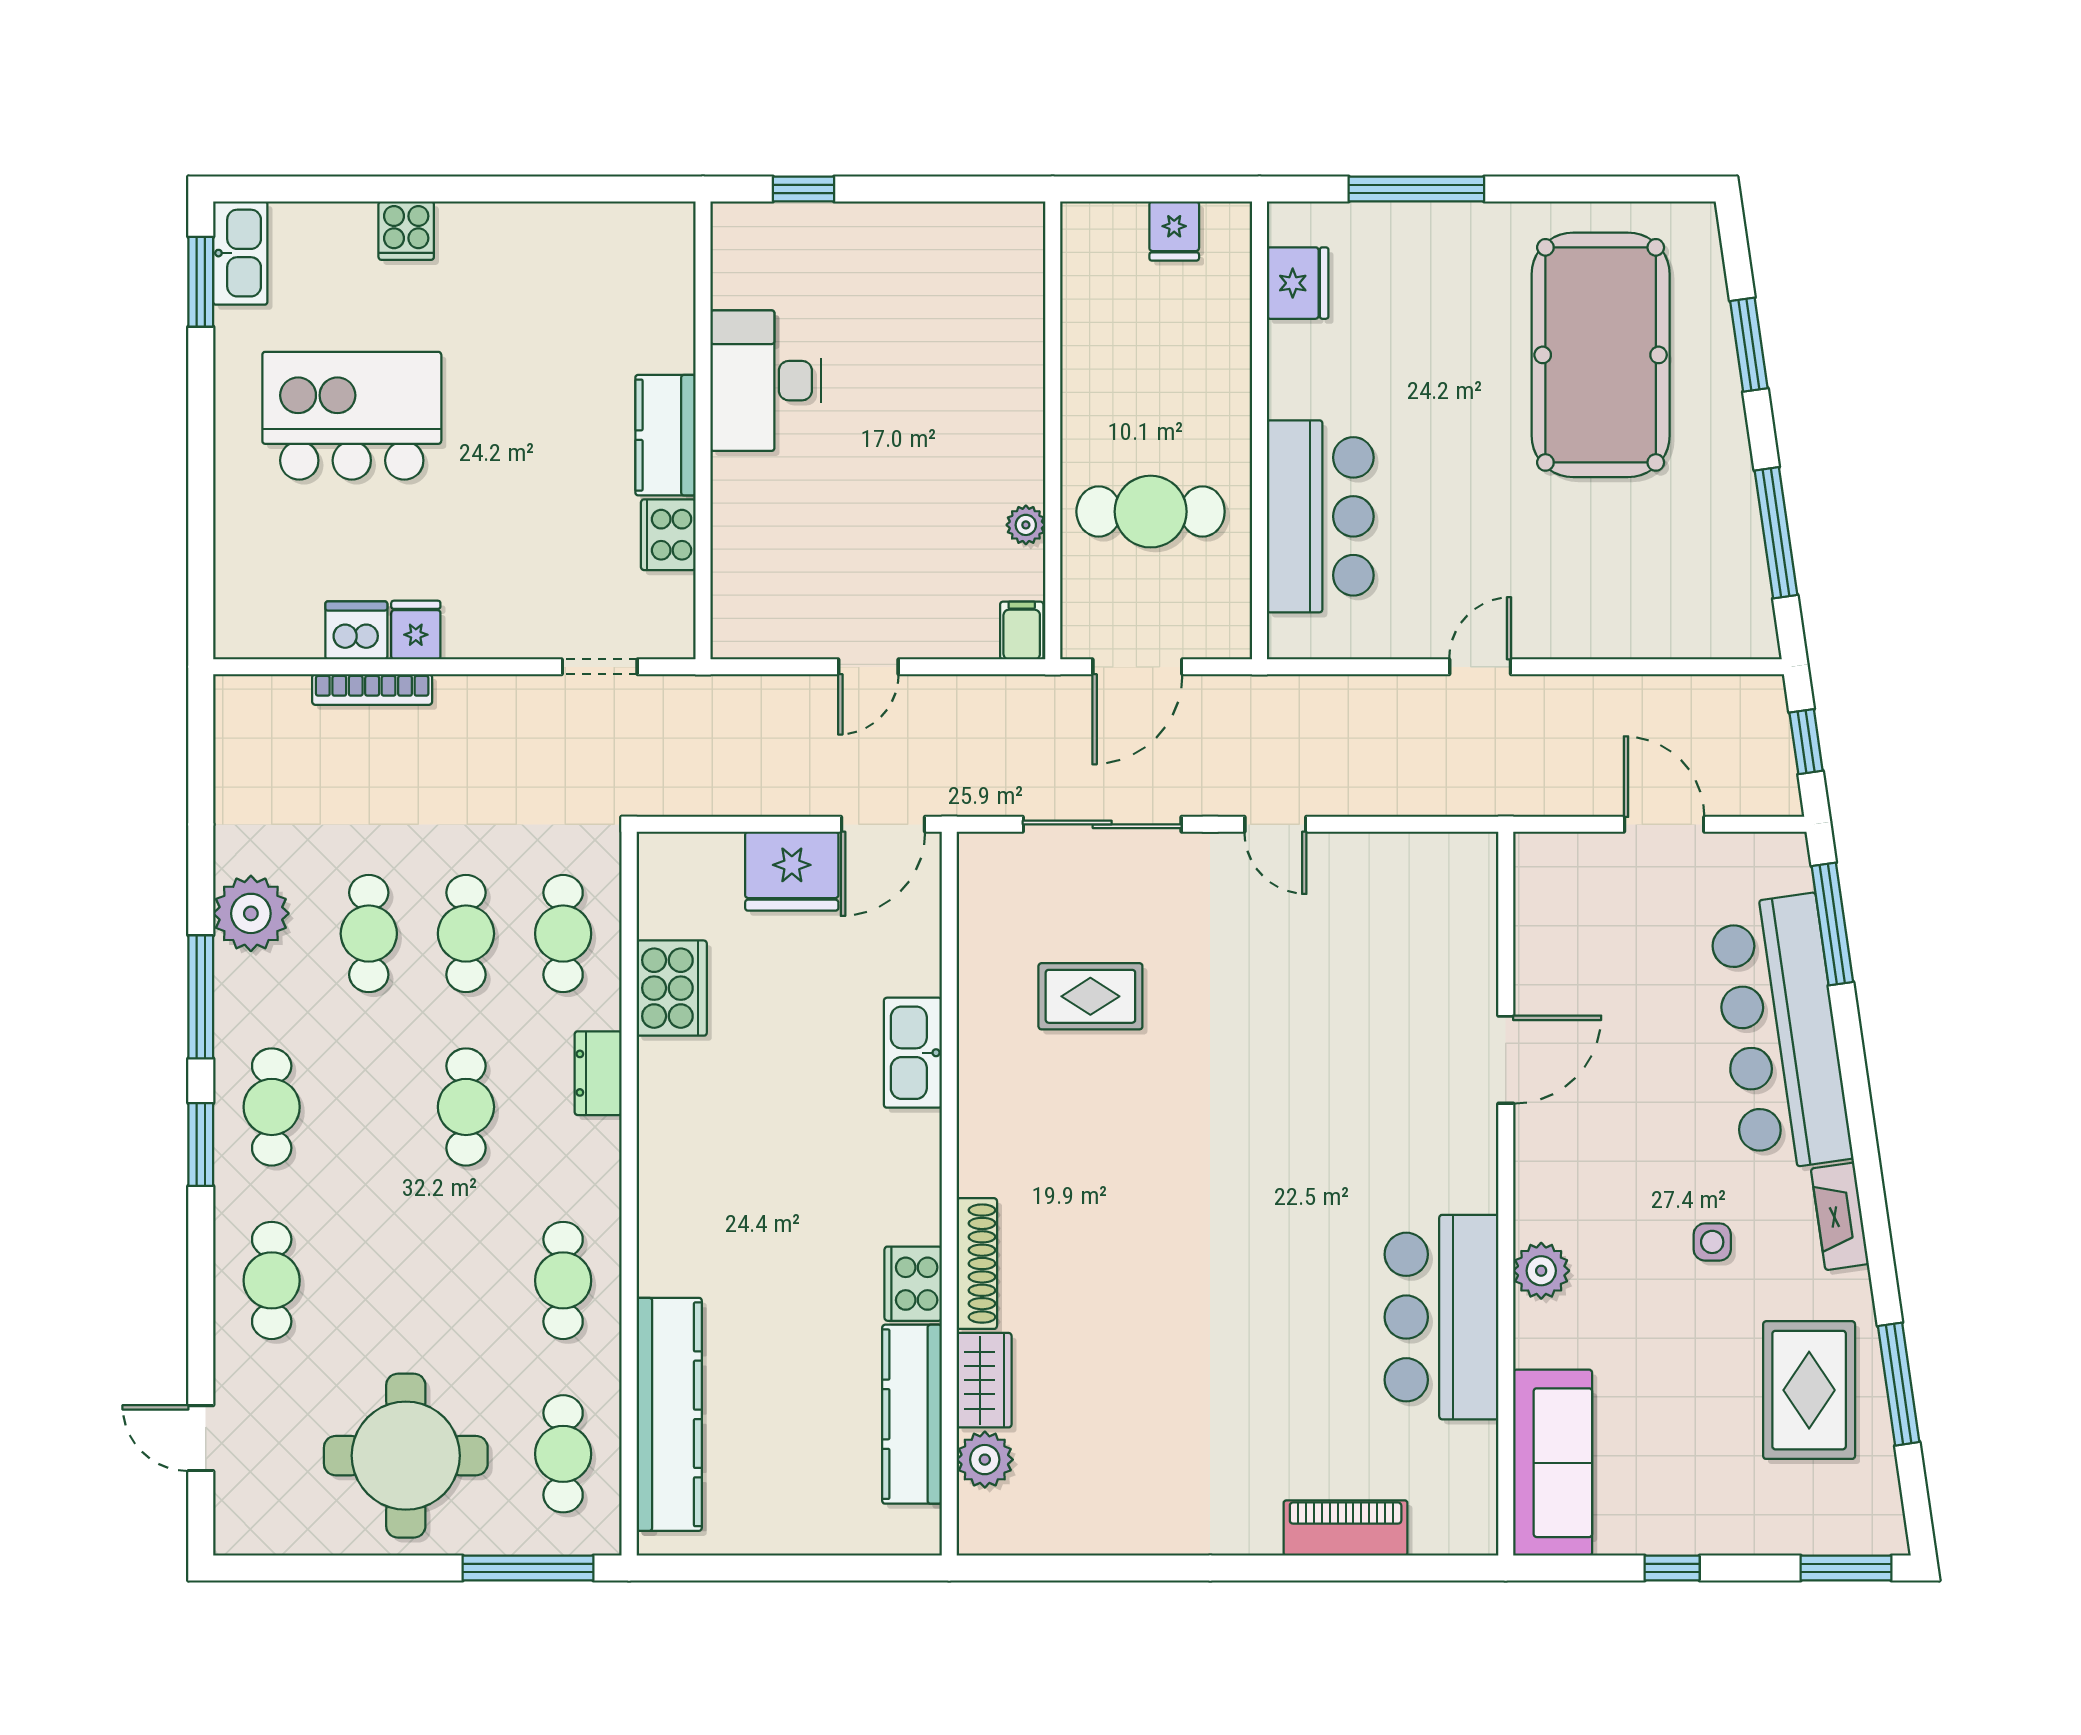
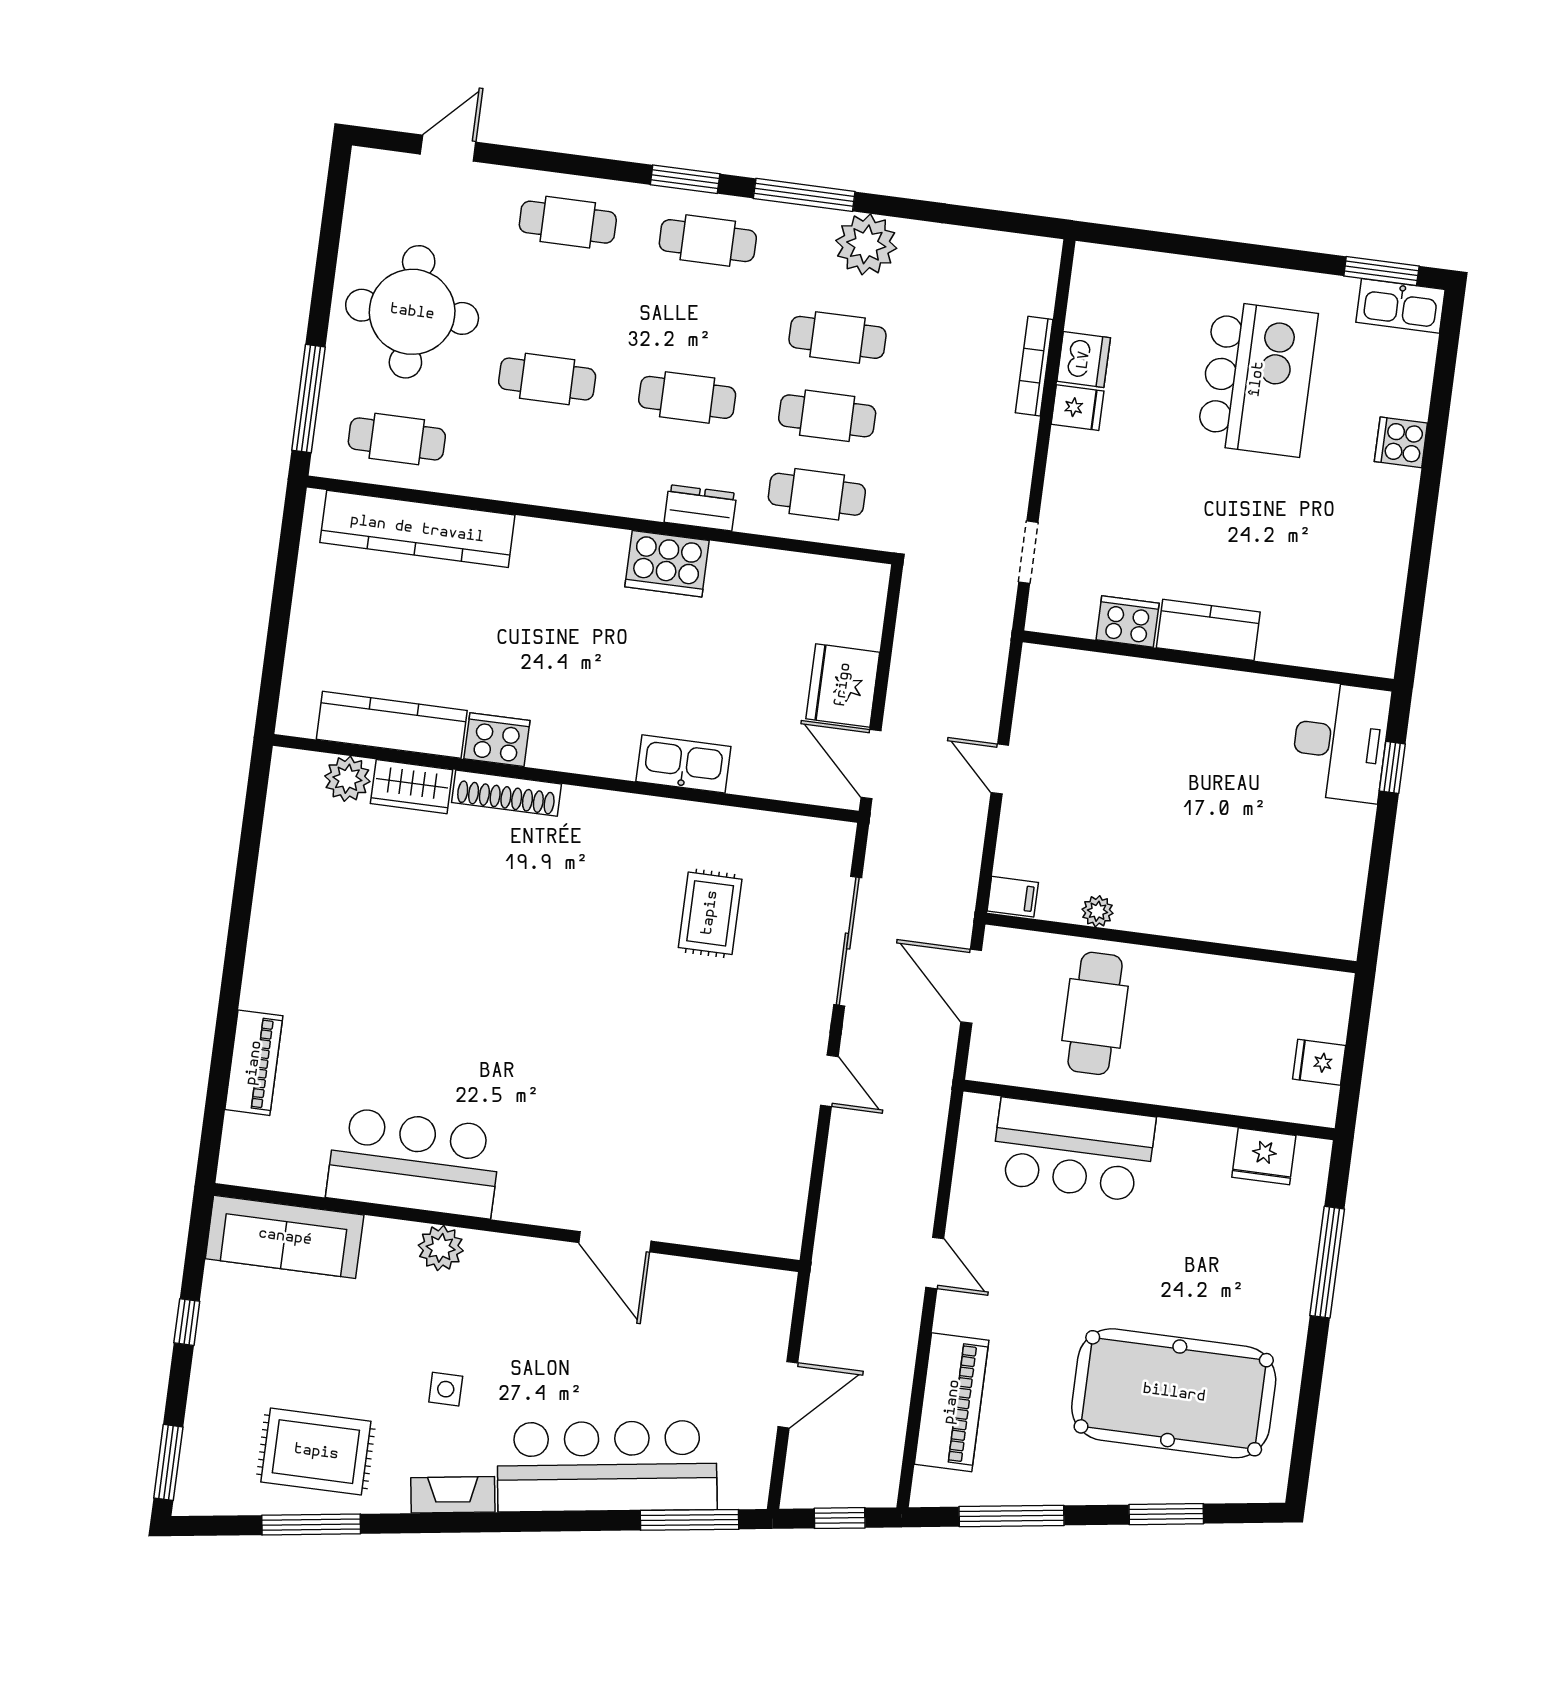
desk: (766, 381) -> (1340, 742), moved, turned 90
piano: (1647, 624) -> (952, 1402), added
door: (1275, 824) -> (829, 1081), swing flipped
cooker: (672, 988) -> (667, 564), moved
cafe table: (563, 1280) -> (547, 379), moved

